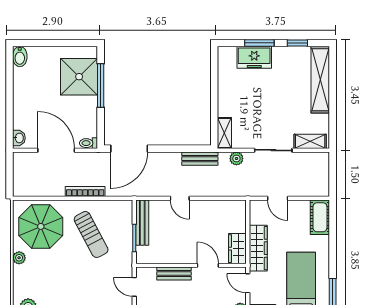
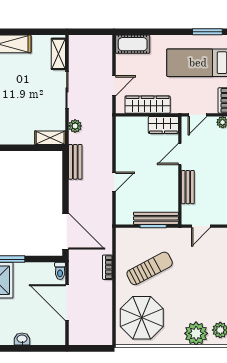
washbasin: (19, 138) -> (22, 339), moved
door: (56, 150) -> (67, 303), hinge flipped
bookcase: (85, 192) -> (108, 267), width x0.64
bench: (142, 223) -> (156, 218), moved
wardrobe: (258, 248) -> (148, 105), moved
plant: (19, 258) -> (196, 333), moved, width x1.87, depth x1.87

